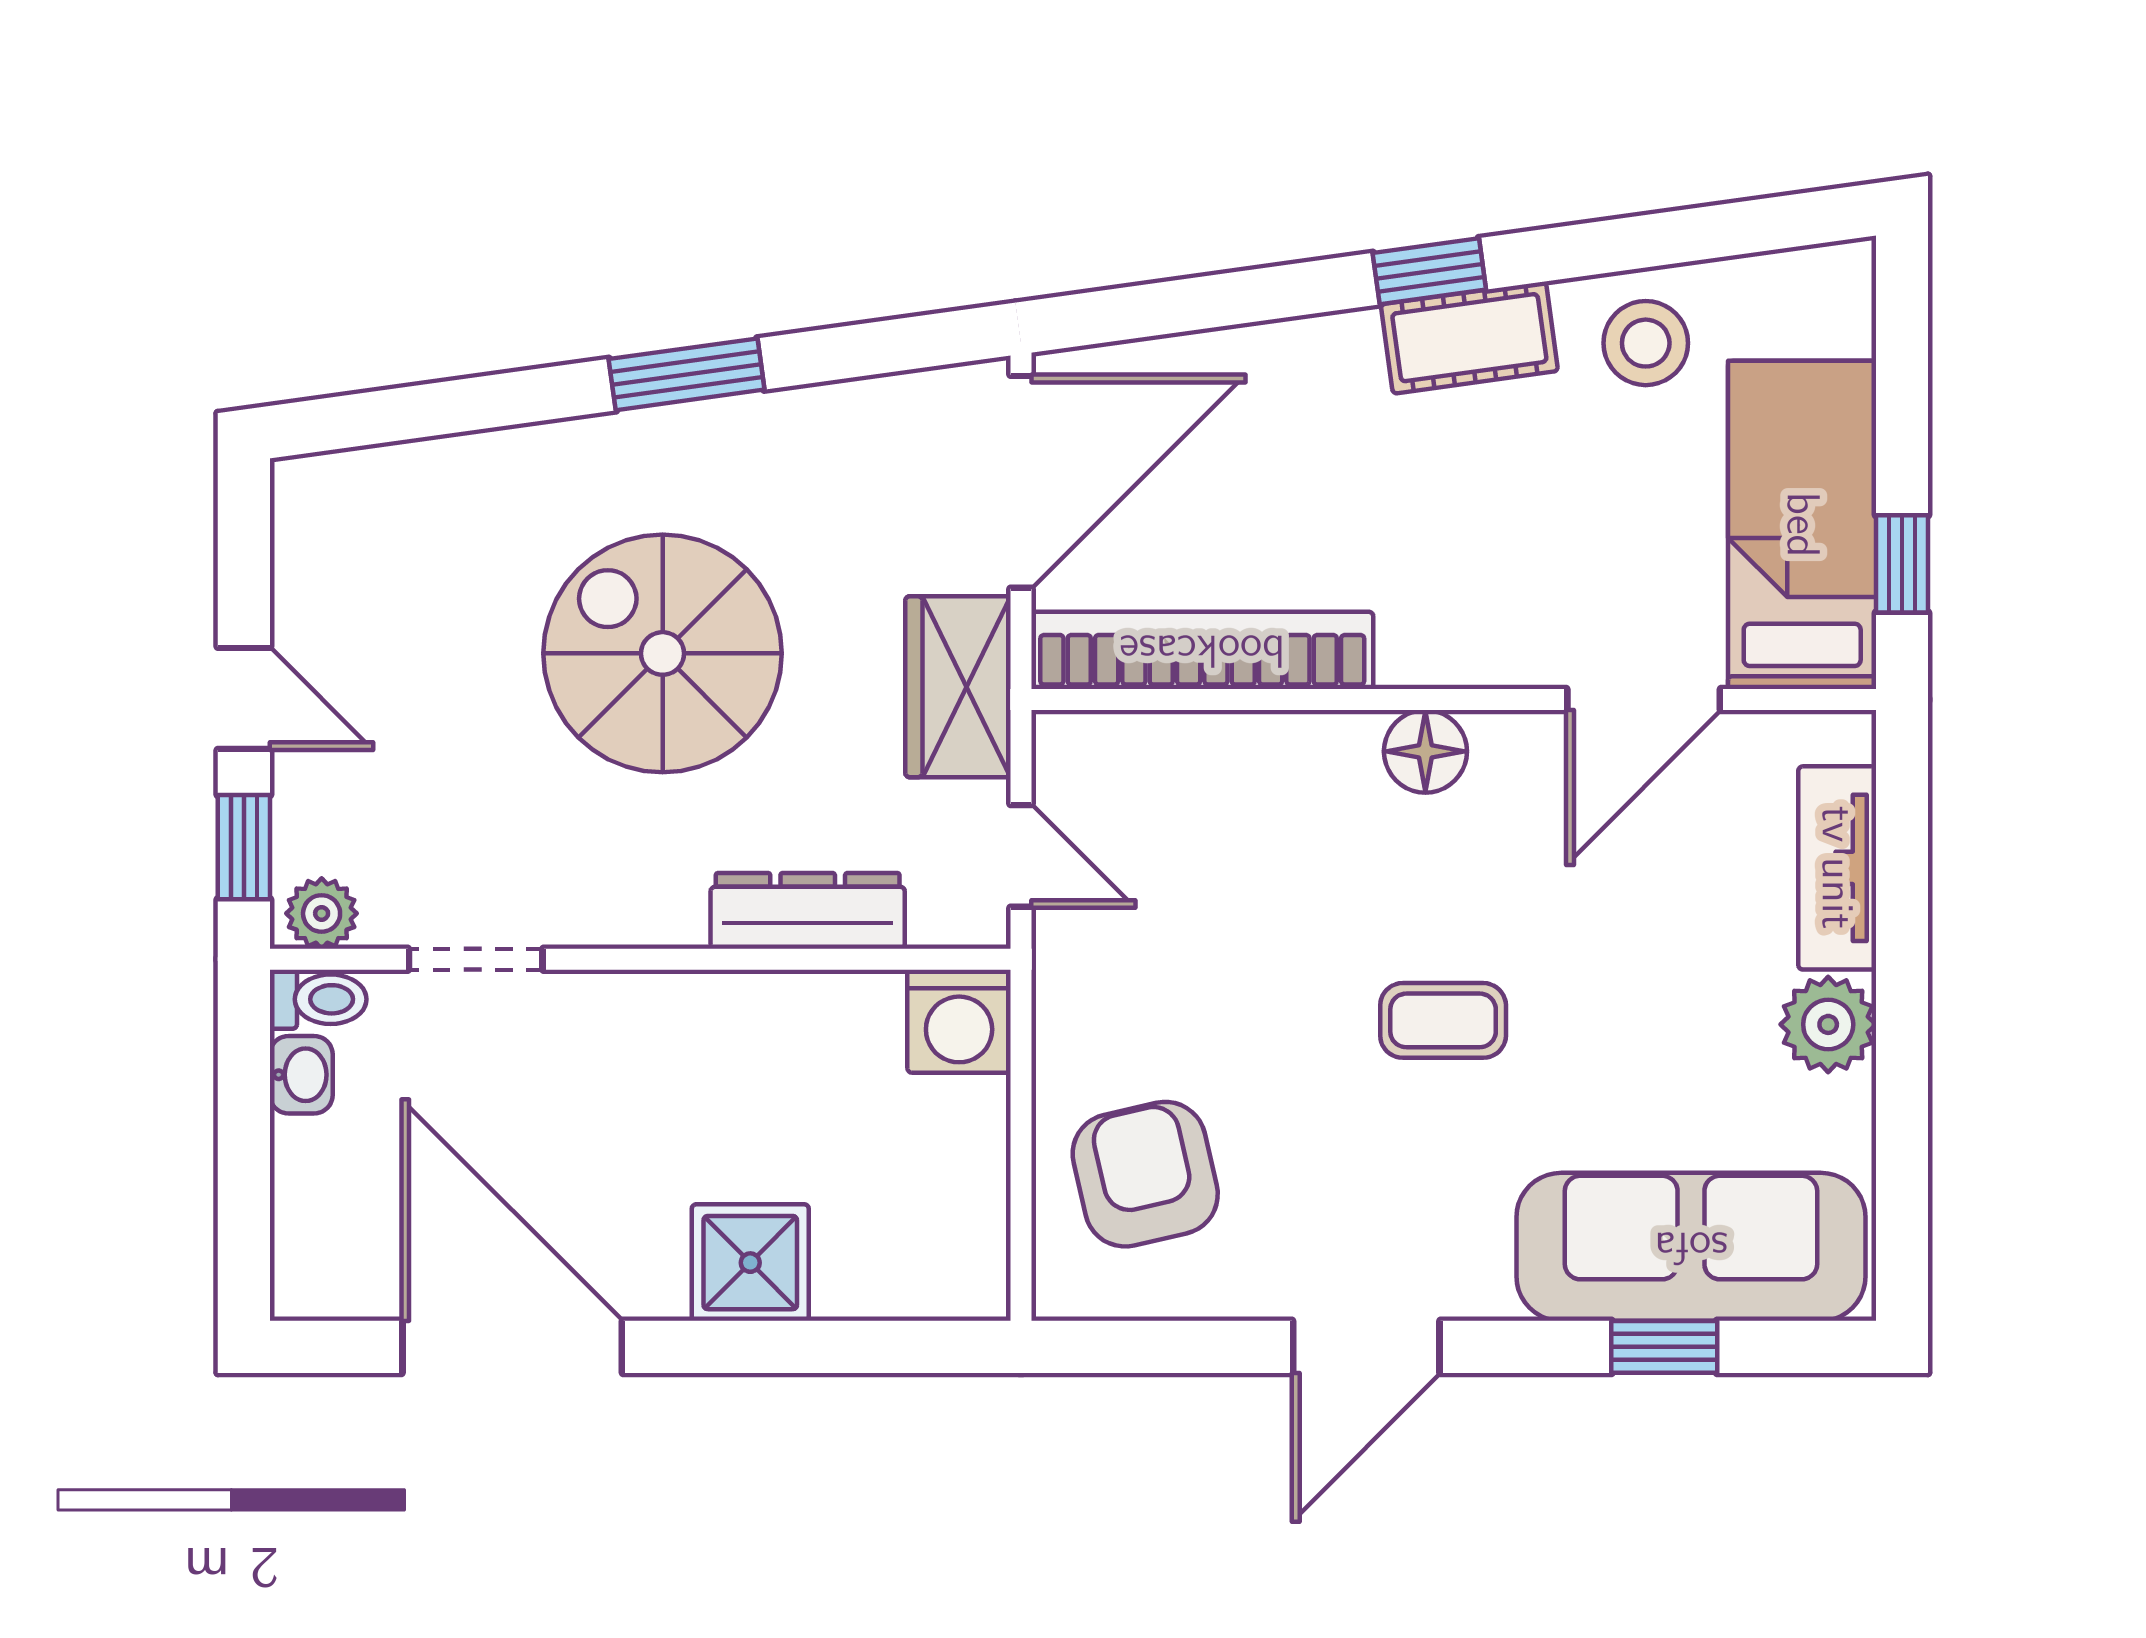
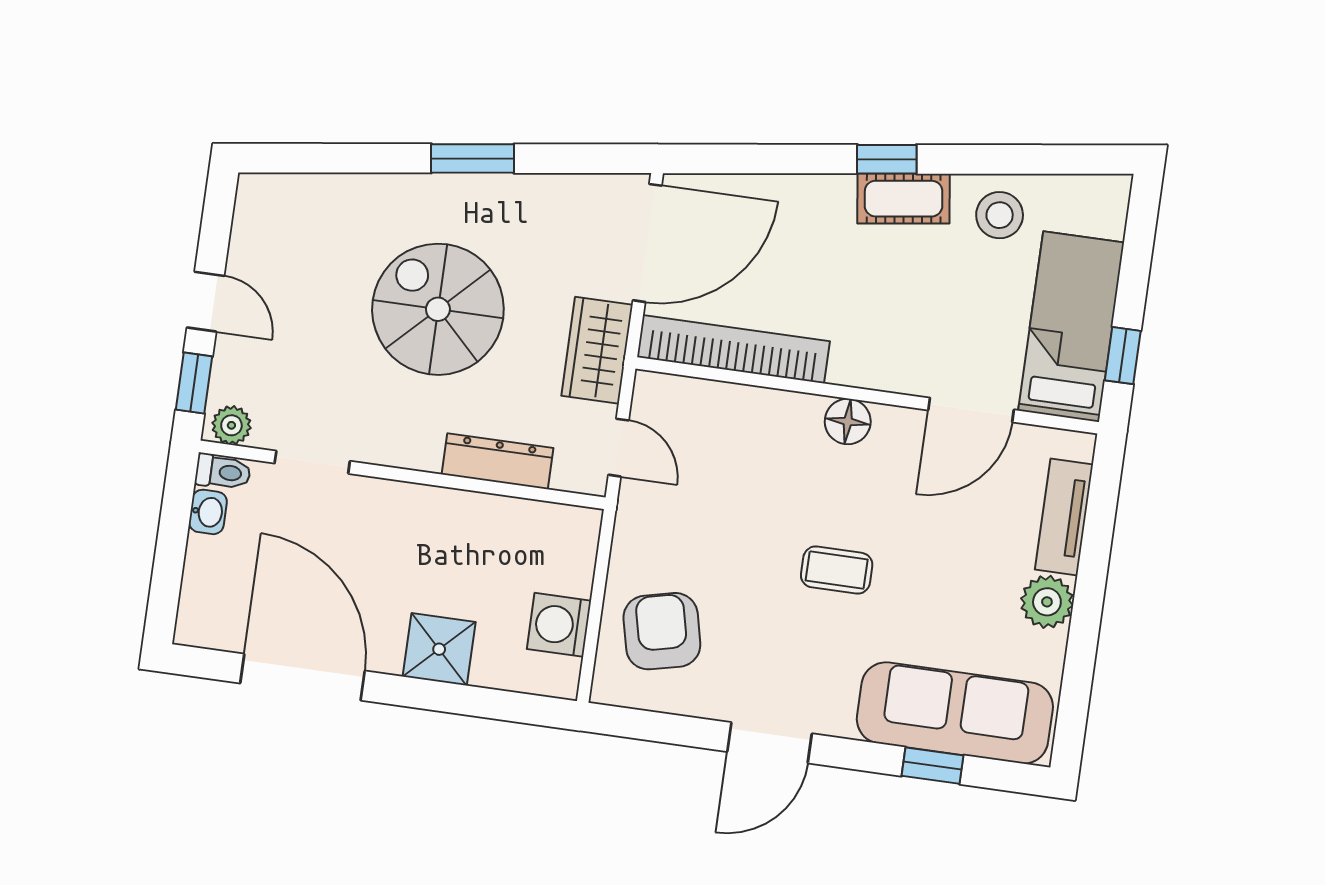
washing machine: (959, 1021) -> (559, 625), moved, turned 90

